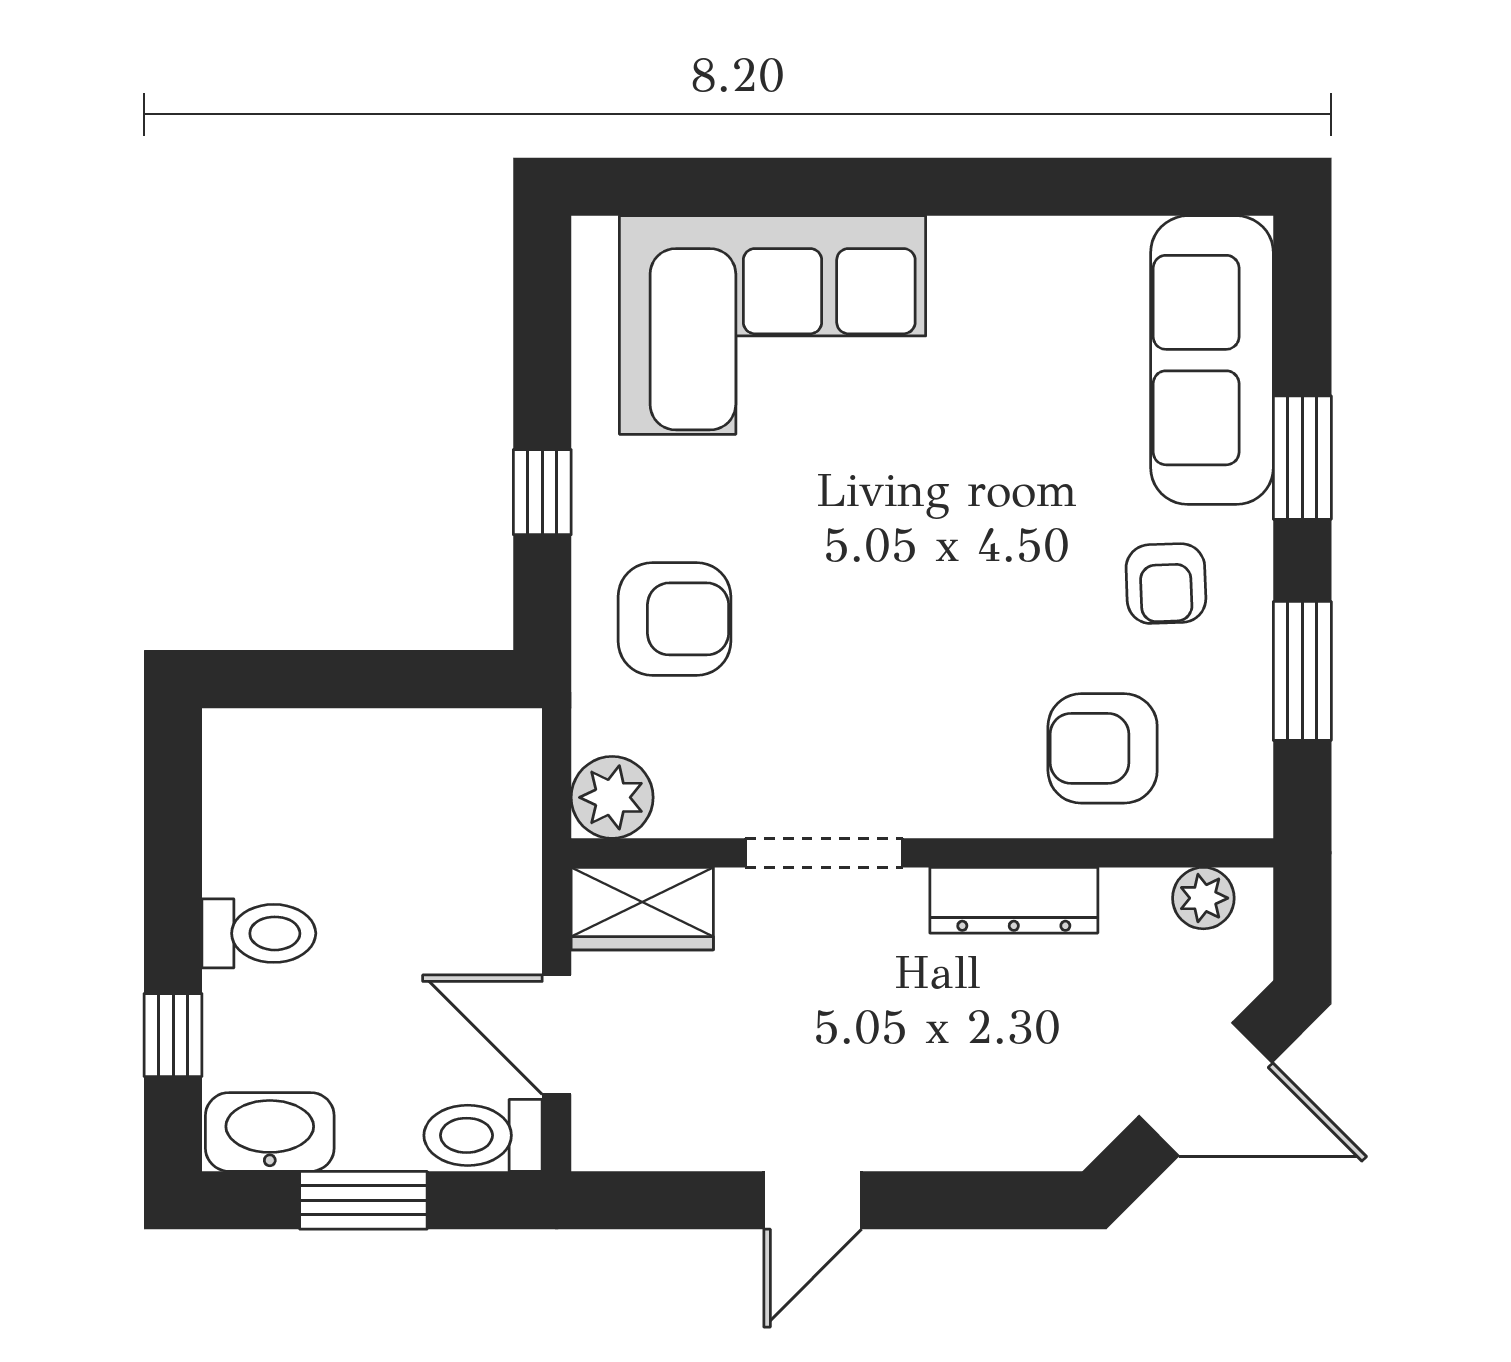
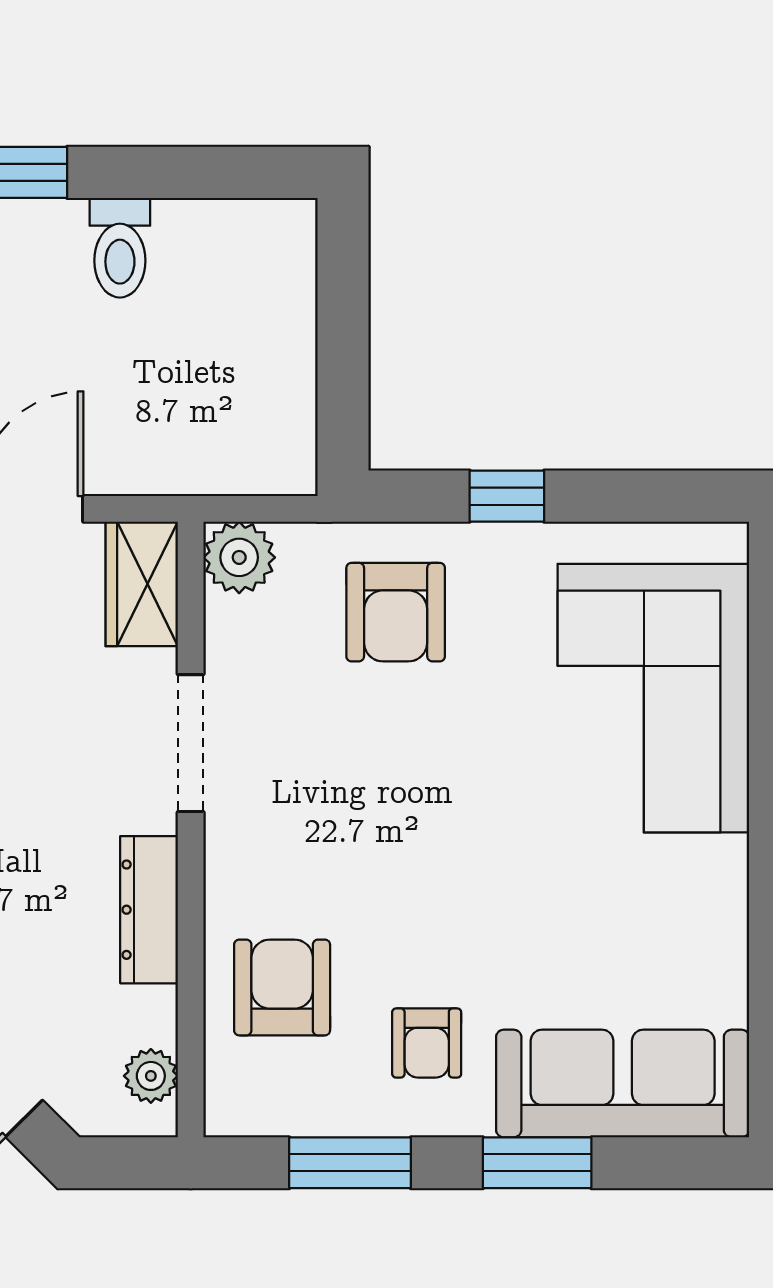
armchair: (1166, 584) -> (427, 1043), turned -88

